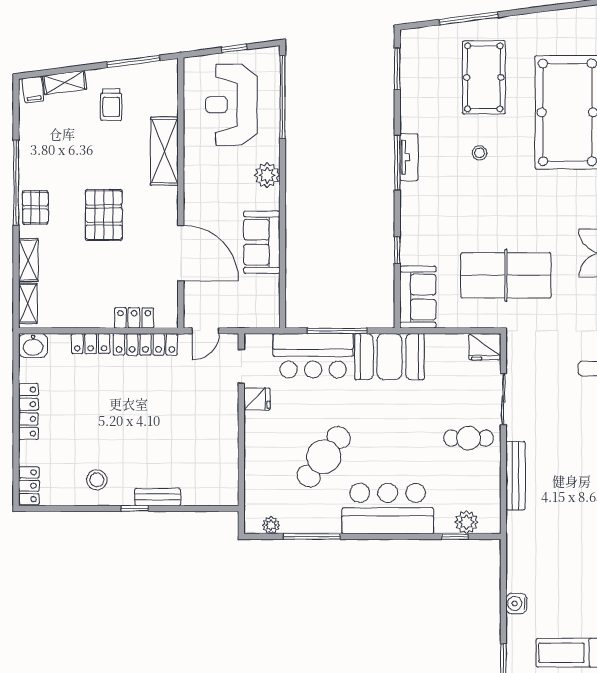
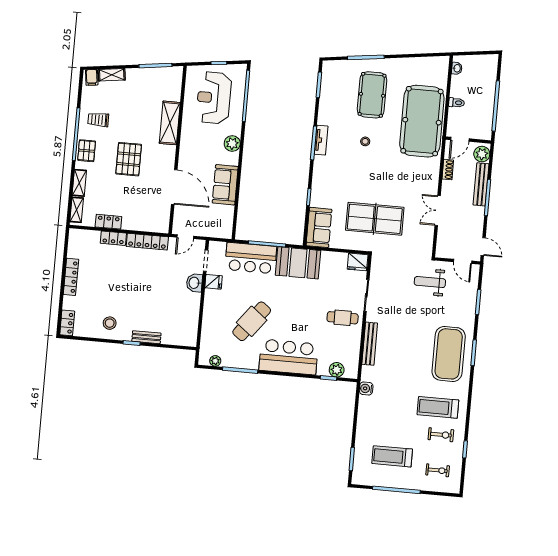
trolley: (111, 105) -> (98, 120), moved, turned 90
locker: (134, 318) -> (108, 222), moved
washbasin: (33, 346) -> (194, 283), moved, turned 90
water cooler: (516, 603) -> (366, 388), moved

